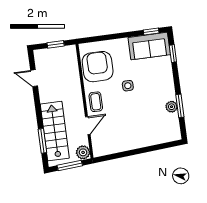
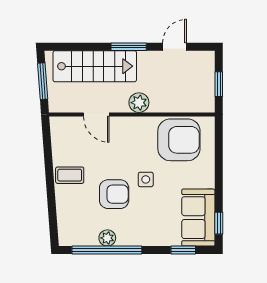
coffee table: (96, 102) -> (70, 175), moved
armchair: (141, 106) -> (114, 194), added
window: (180, 106) -> (107, 250), width x2.11
window: (42, 141) -> (129, 47), moved
plant: (83, 152) -> (139, 103), moved

